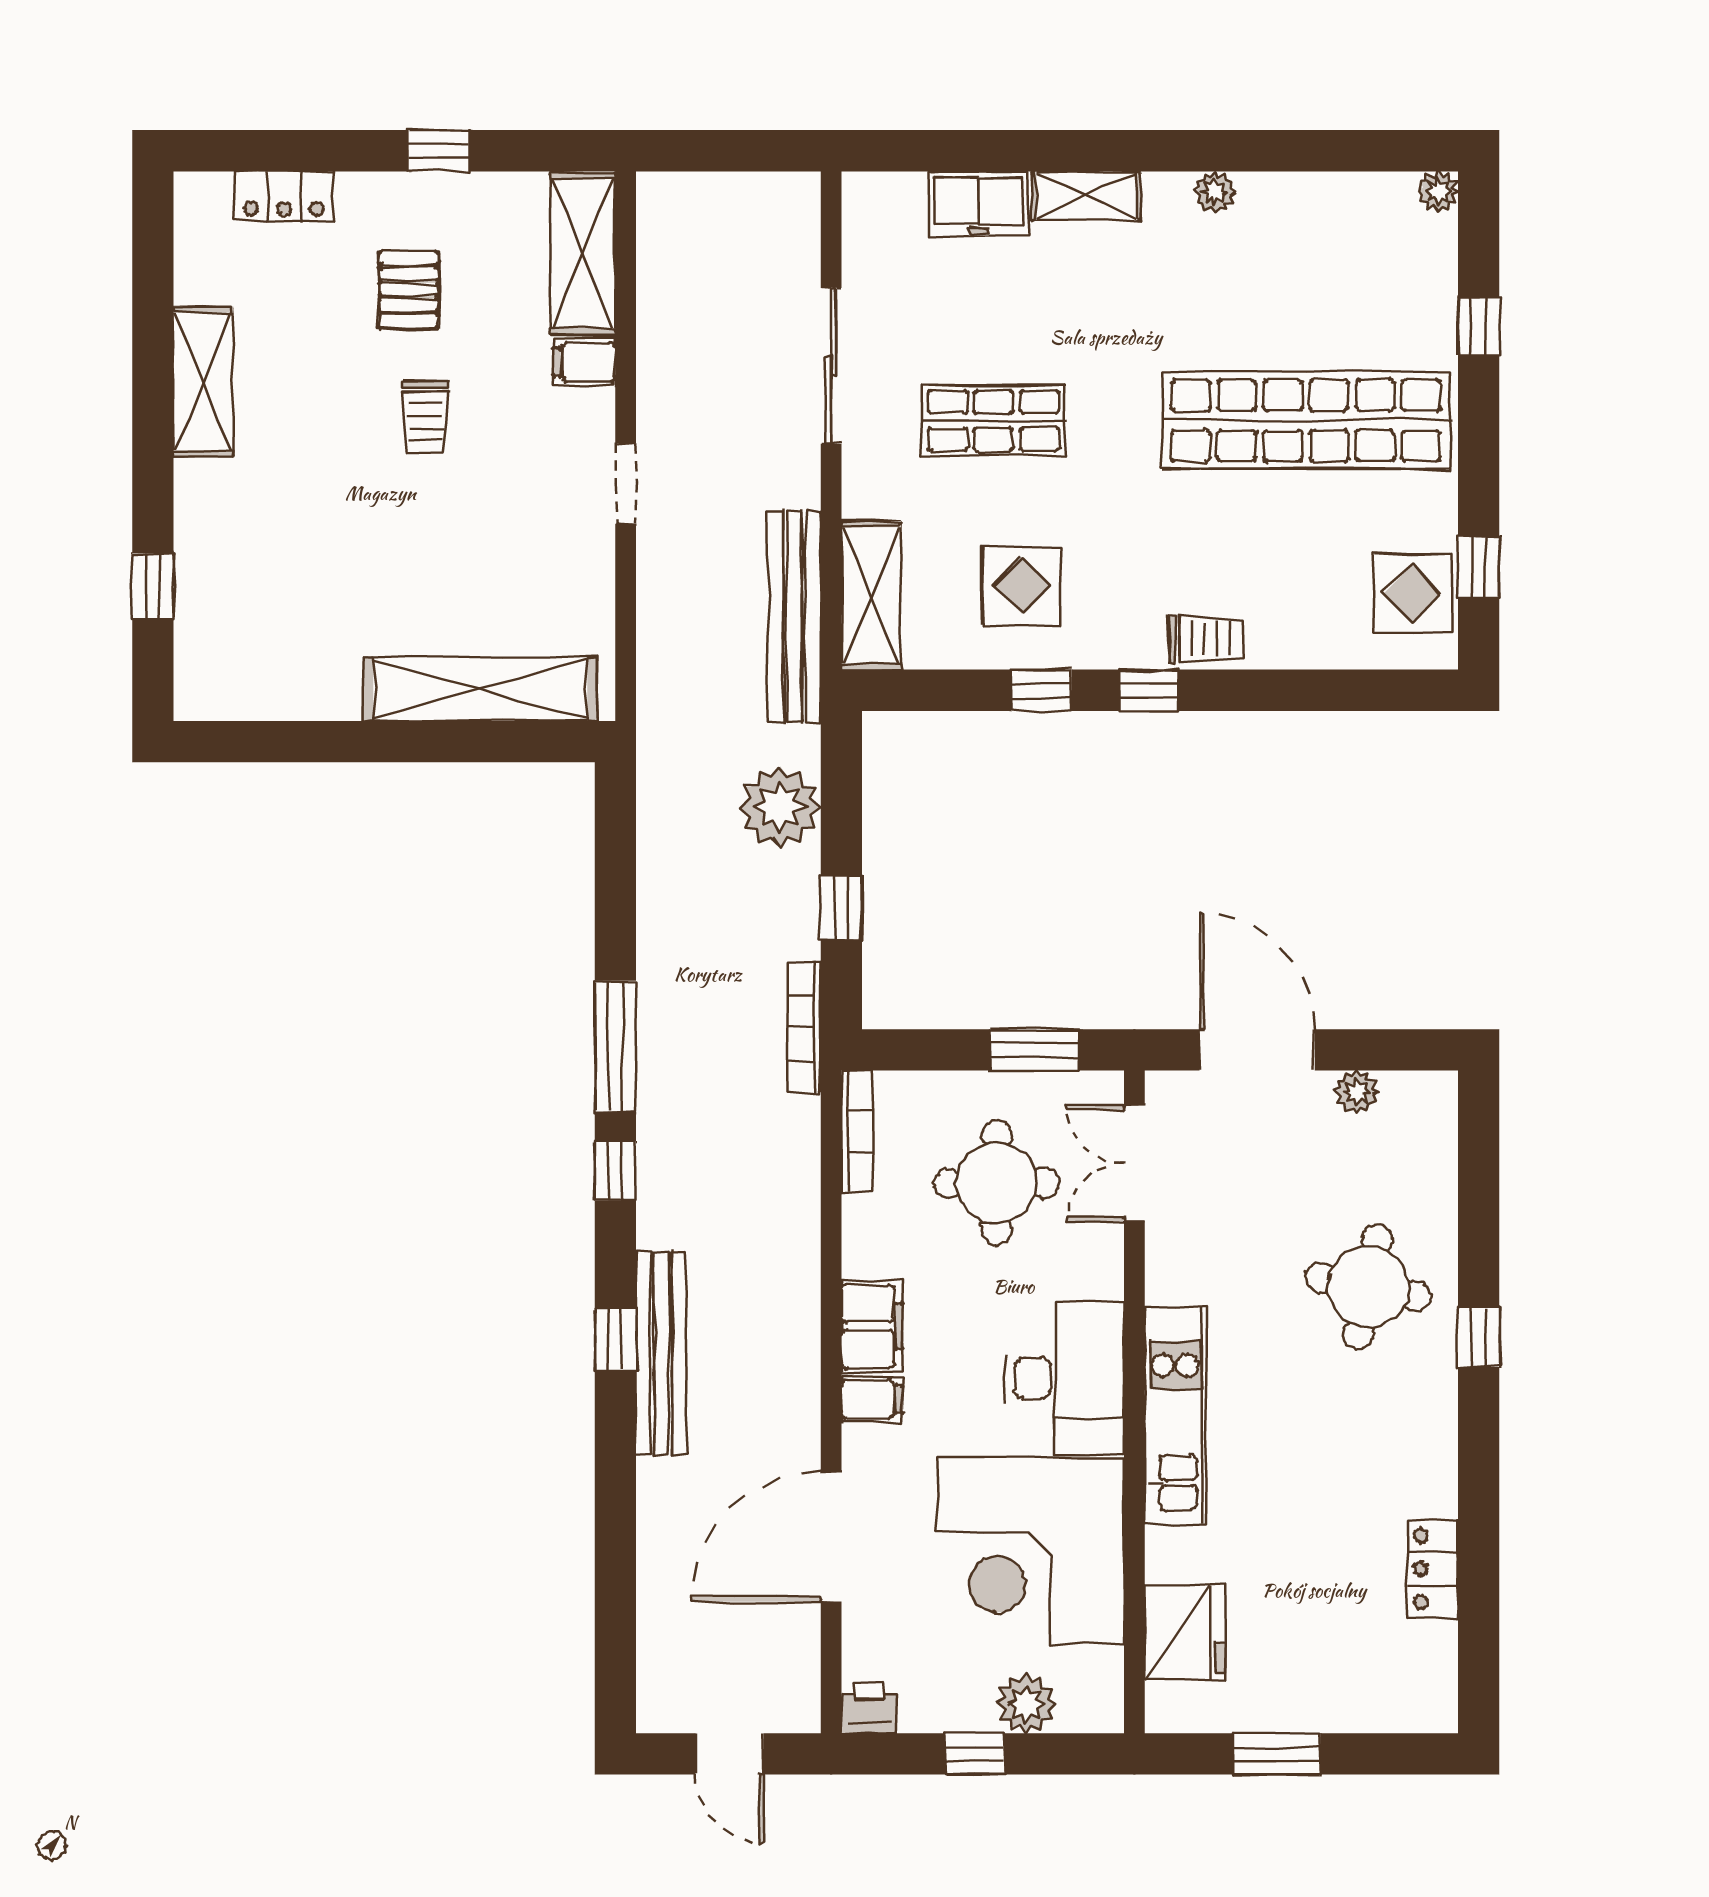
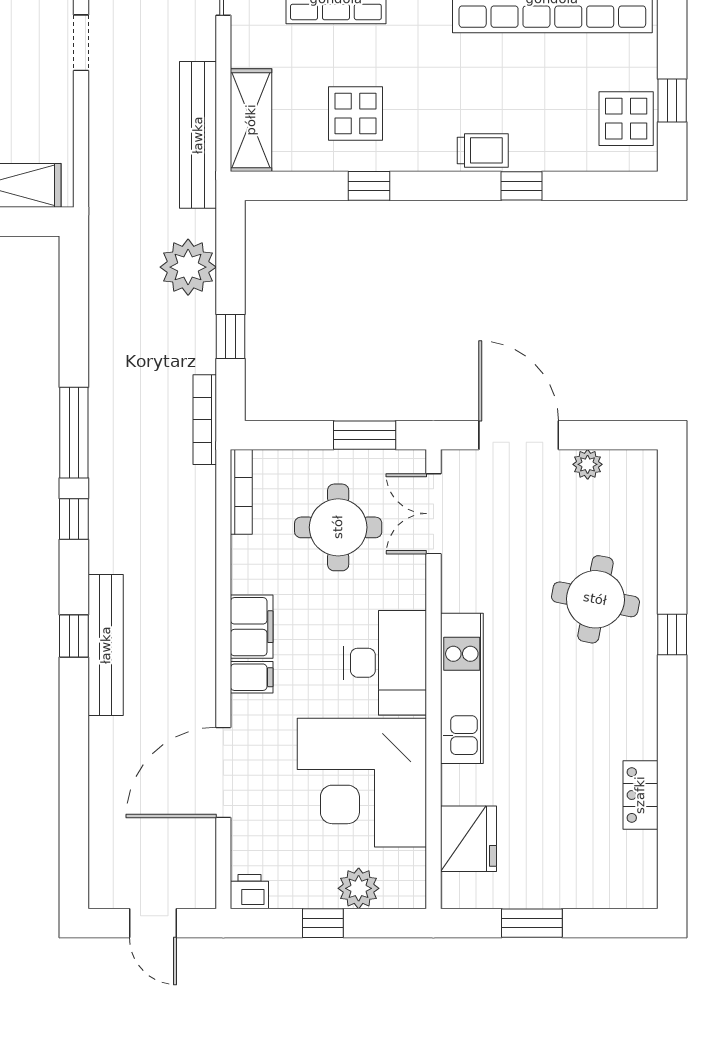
window: (1149, 690) -> (521, 186), moved

